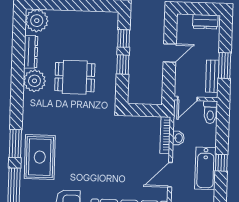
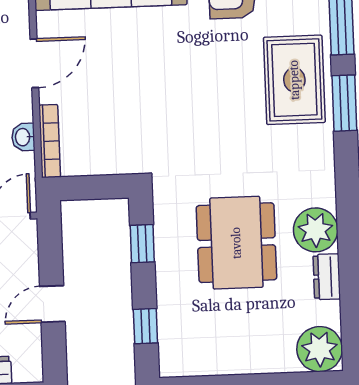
dresser: (31, 52) -> (327, 277), width x0.70
window: (123, 65) -> (142, 244), moved
dining table: (75, 77) -> (236, 243), width x1.37

